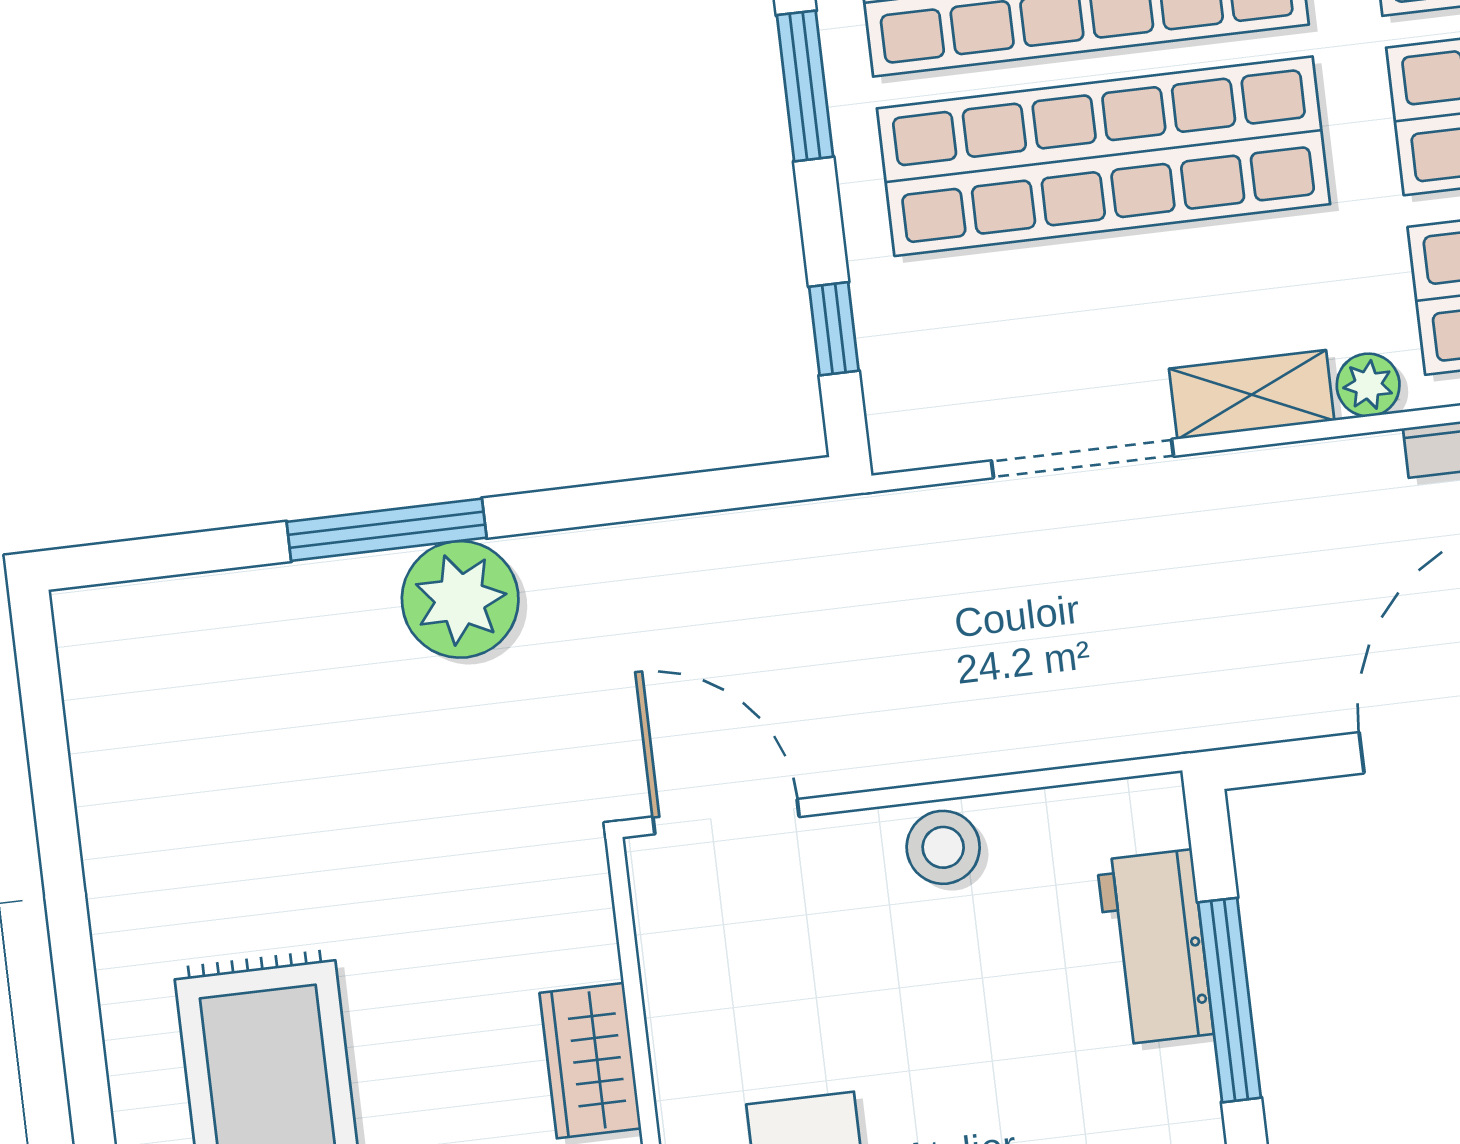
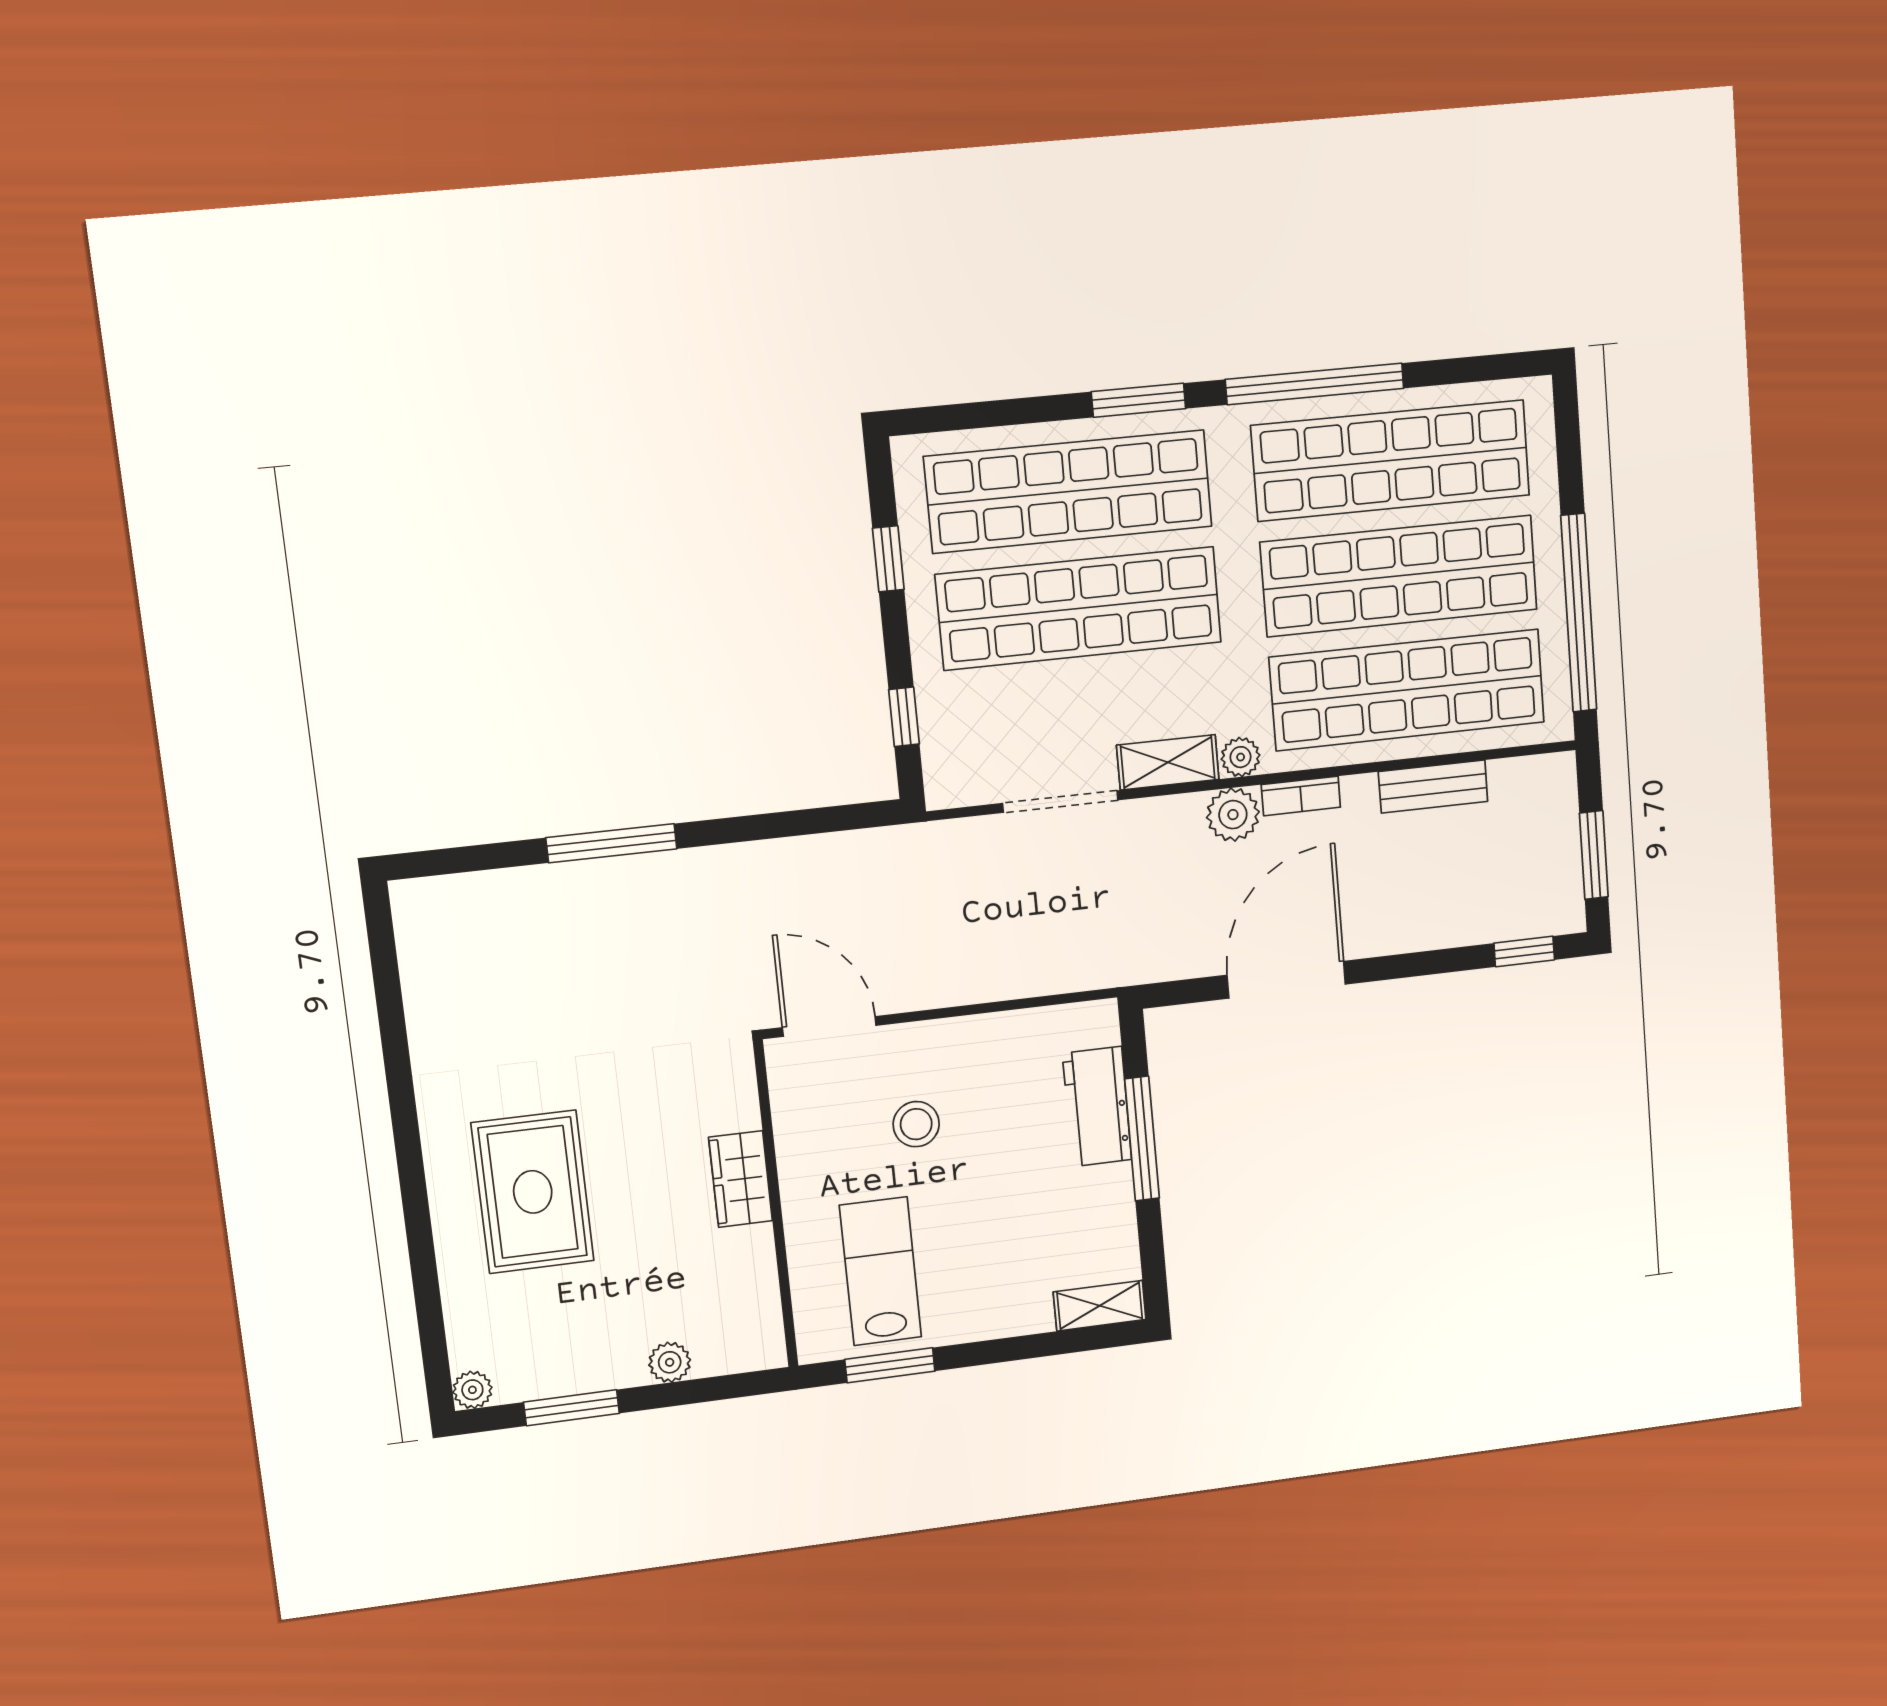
window: (805, 86) -> (888, 559), width x0.67
plant: (460, 599) -> (1233, 815), moved, width x0.73, depth x0.73
stool: (943, 847) -> (916, 1124), moved

